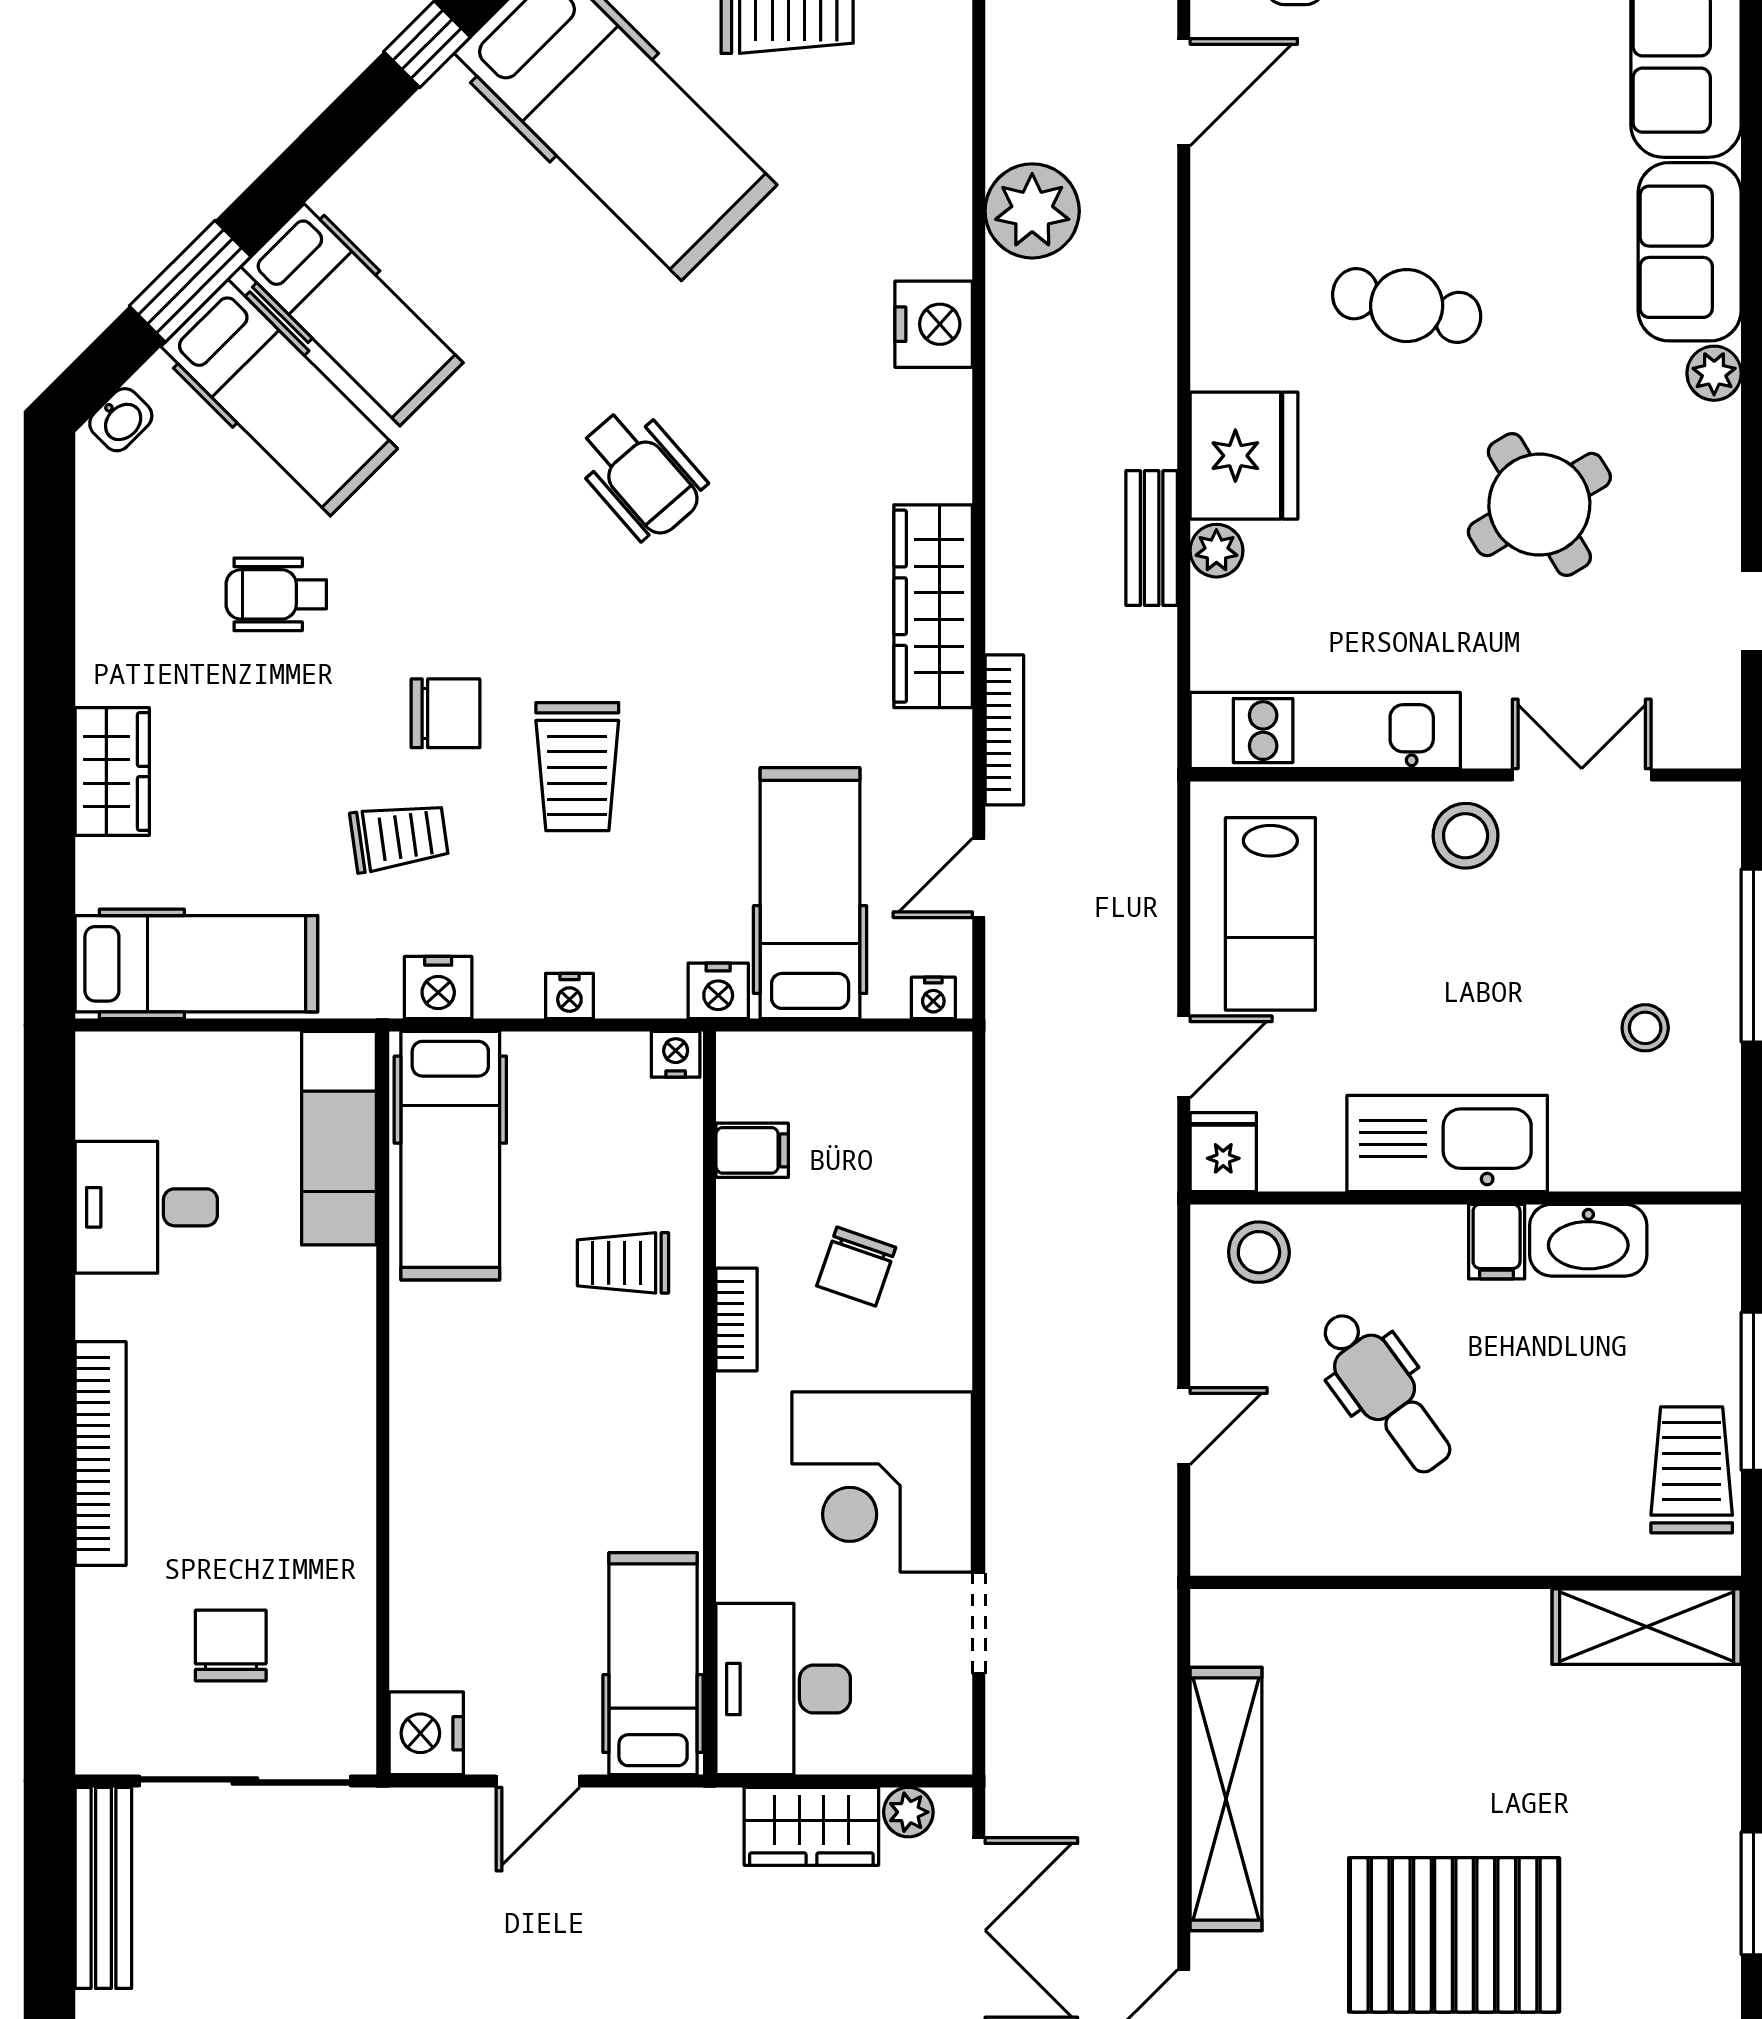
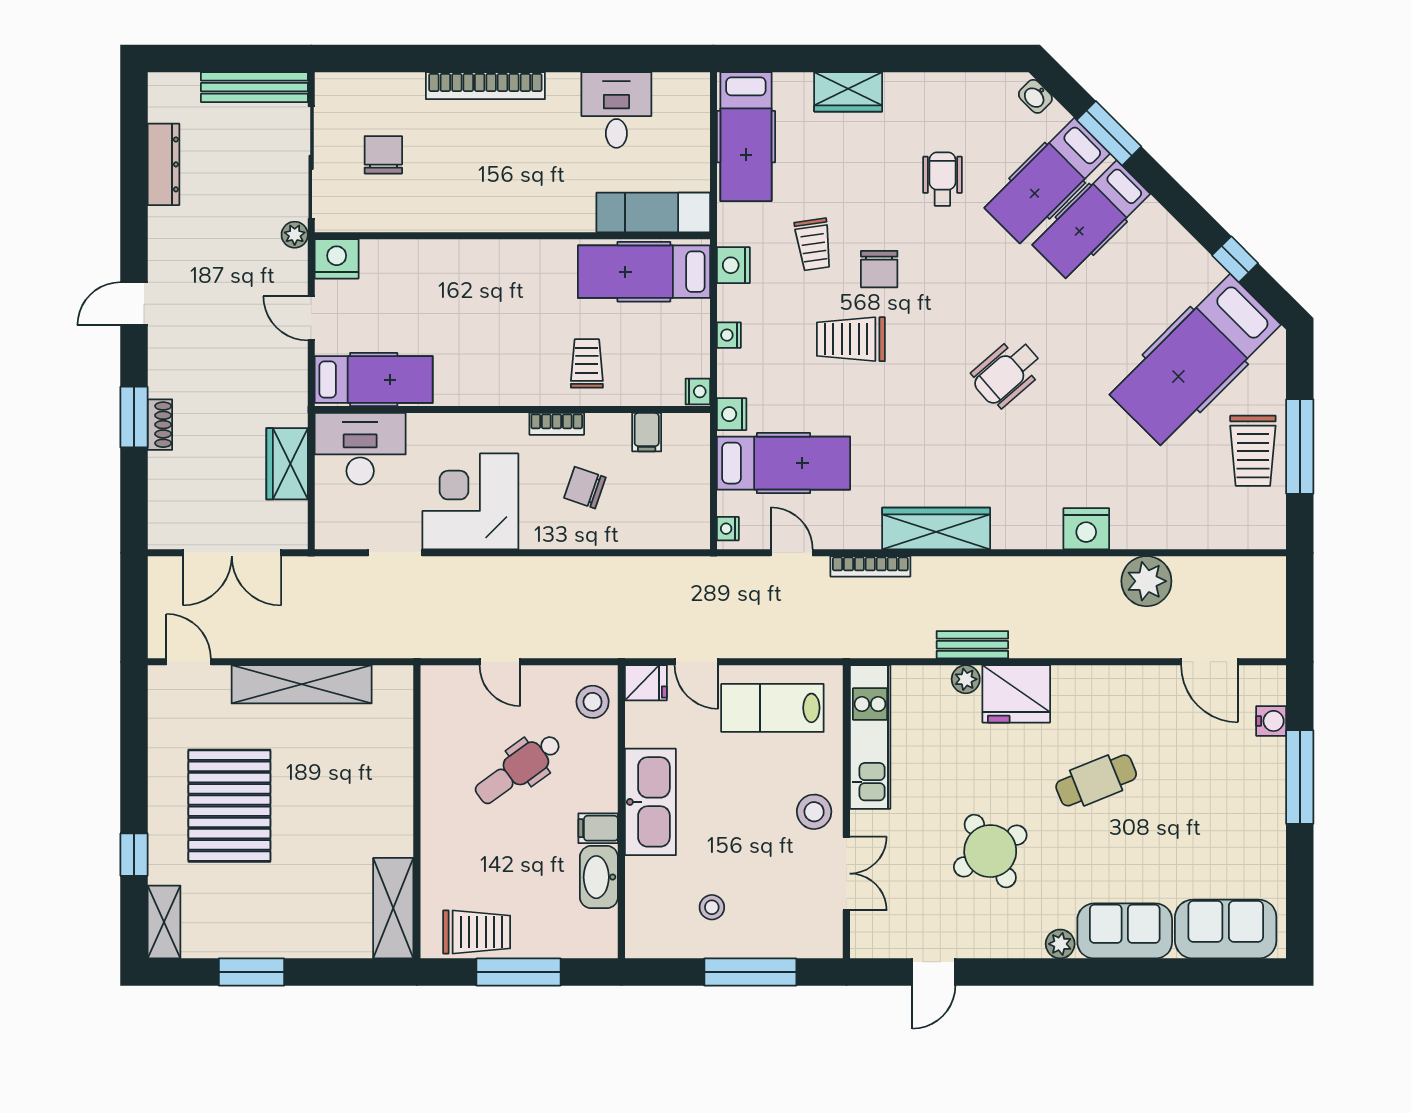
cafe table: (1407, 306) -> (1096, 780), turned 55
chair: (231, 1645) -> (383, 155), turned -90
plant: (908, 1812) -> (295, 235), moved

